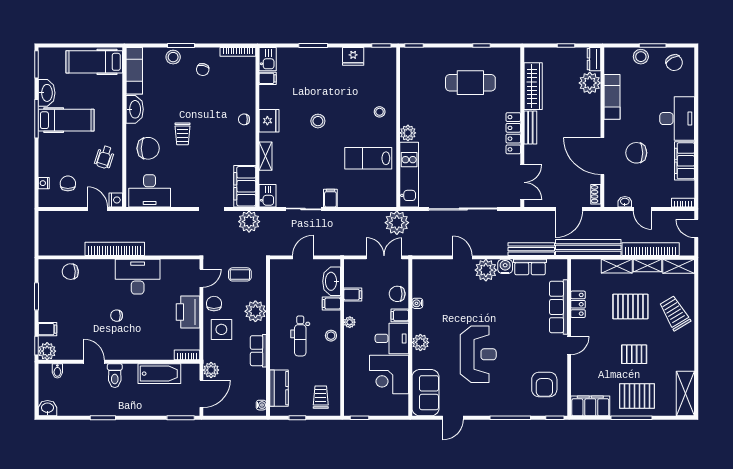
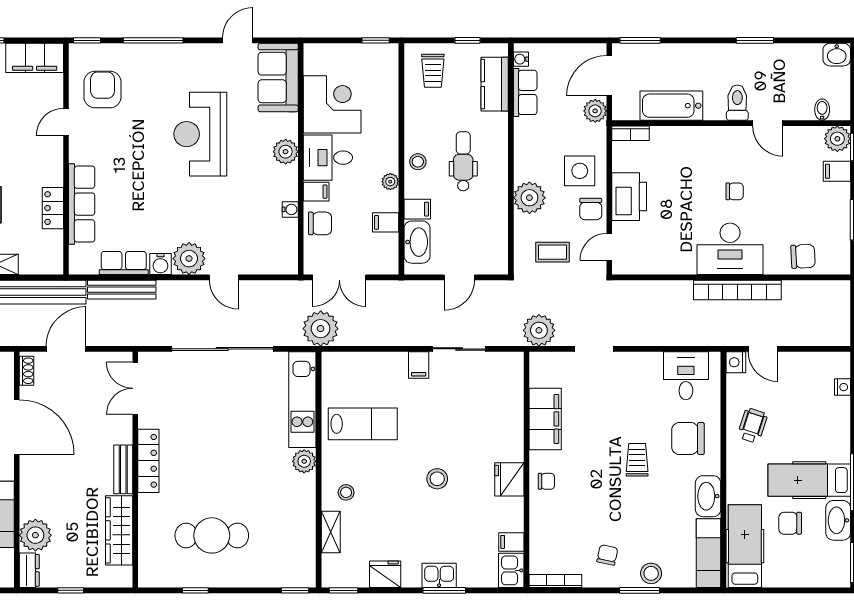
hospital bed: (94, 62) -> (745, 546), moved, turned -90
shelving: (266, 156) -> (331, 532), moved
chair: (68, 183) -> (790, 523), moved, turned 90
filing cabinet: (245, 186) -> (545, 419), moved
desk: (150, 191) -> (686, 376), width x0.73
kitchen sink: (267, 196) -> (439, 575), moved, turned 90
desk: (138, 277) -> (730, 249), moved
door: (569, 346) -> (66, 122), moved
row of seats: (258, 351) -> (525, 92), moved

